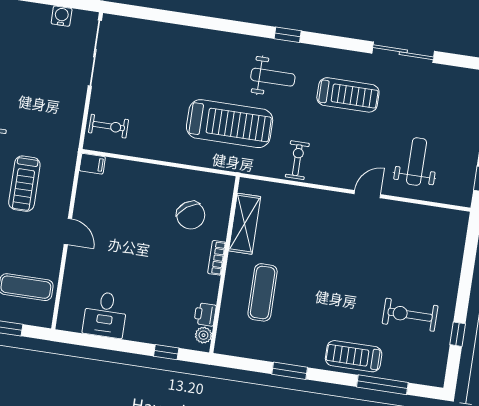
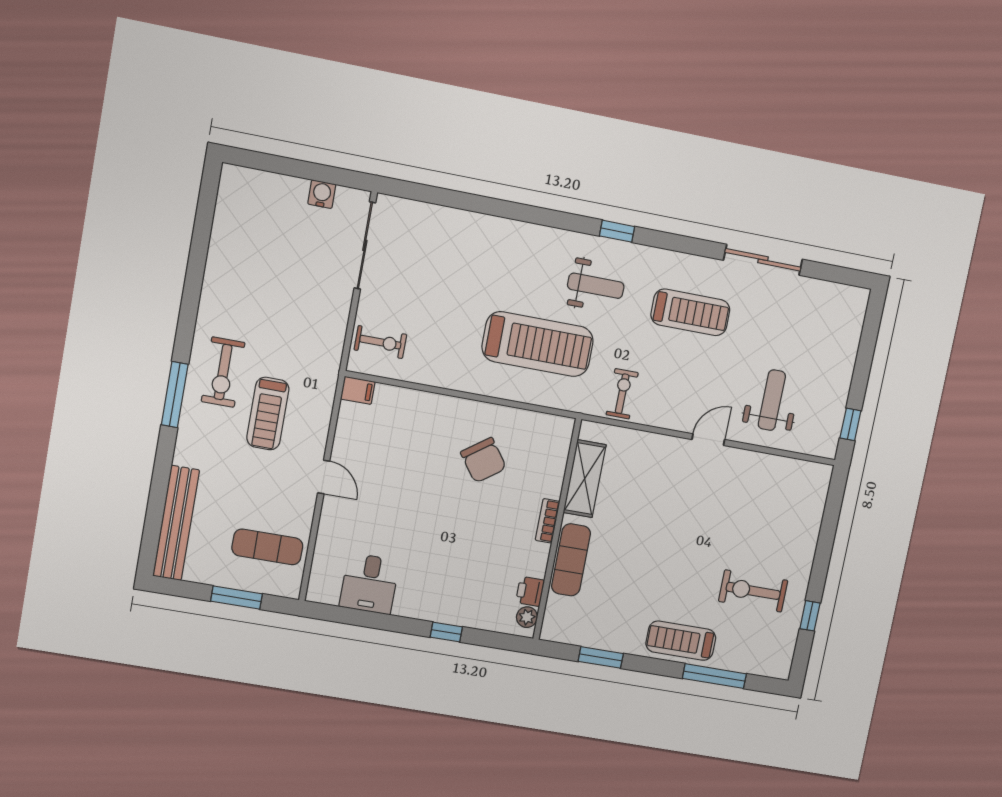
shelving: (245, 224) -> (585, 479), moved
bookcase: (217, 258) -> (548, 521), moved
wall: (225, 265) -> (557, 530), moved
printer: (205, 314) -> (530, 591), moved
plant: (203, 335) -> (527, 617), moved

